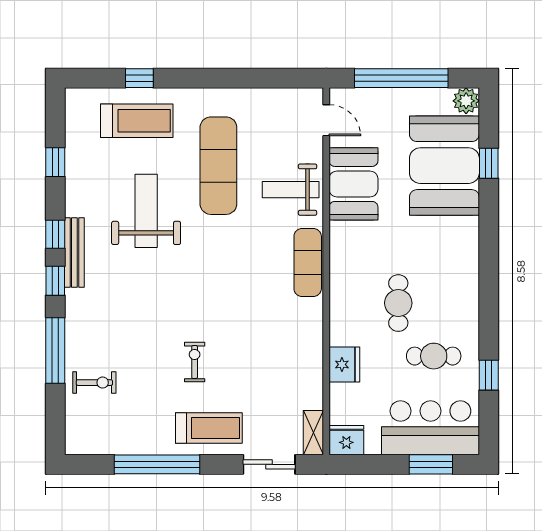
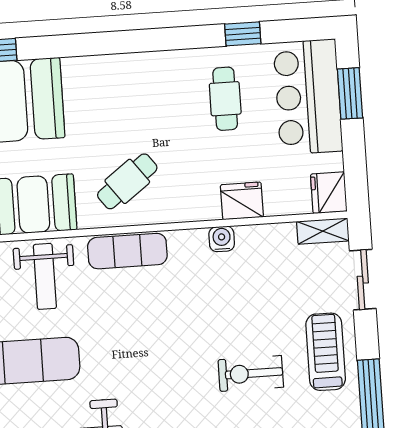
cafe table: (398, 303) -> (127, 181), moved, turned -37
water cooler: (313, 345) -> (222, 239), added
exercise bike: (195, 362) -> (251, 373), width x1.38, depth x1.39

